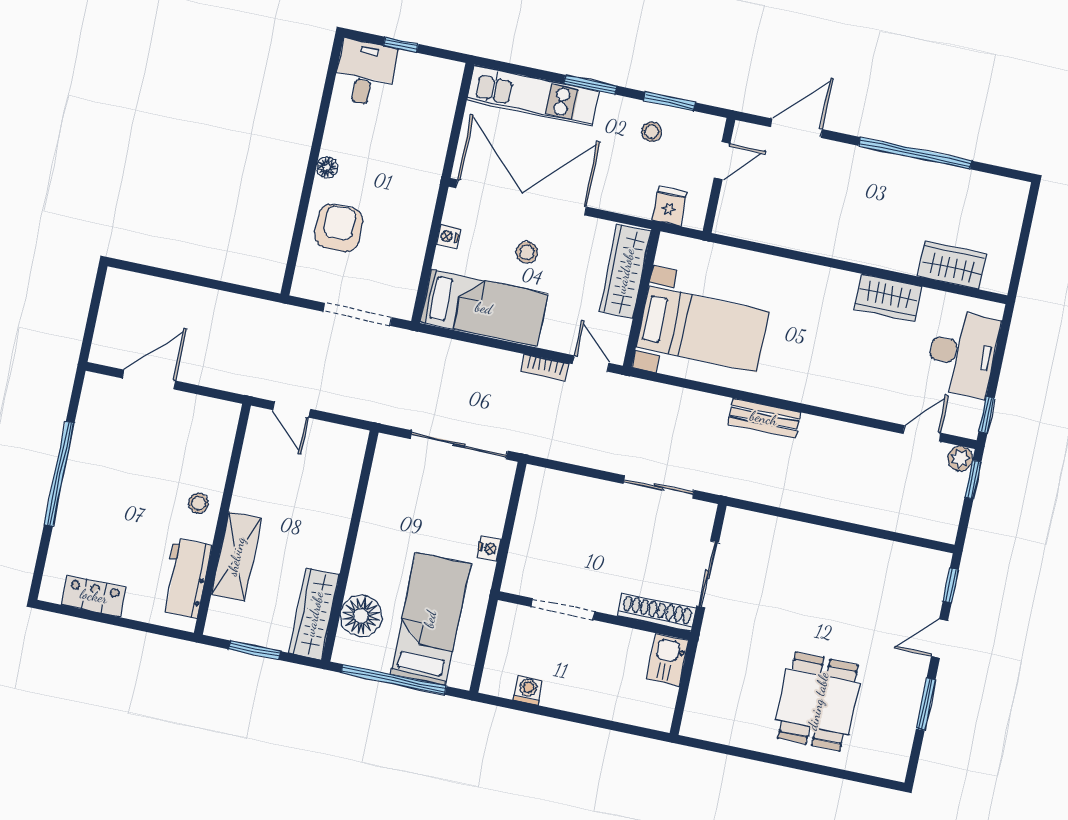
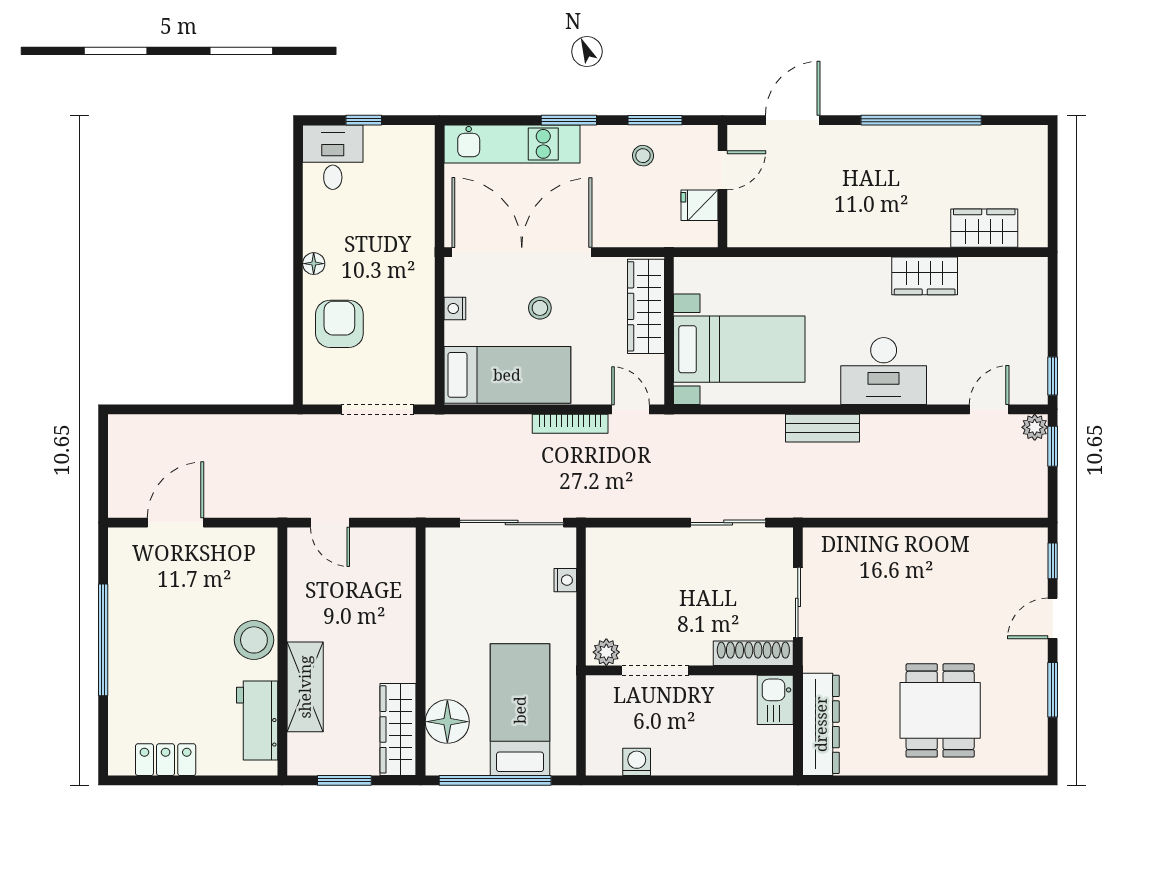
fridge: (669, 206) -> (699, 205), moved, turned -90
desk: (963, 354) -> (884, 371), moved, turned 90
bookcase: (545, 368) -> (570, 424), width x1.56
stool: (198, 503) -> (254, 640), width x1.89, depth x1.89
nightstand: (489, 548) -> (565, 580), moved
plant: (521, 583) -> (606, 652), added
dresser: (705, 691) -> (821, 724), added

